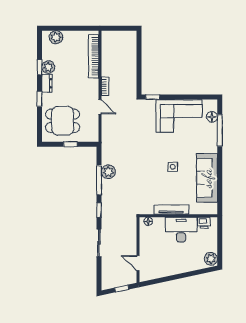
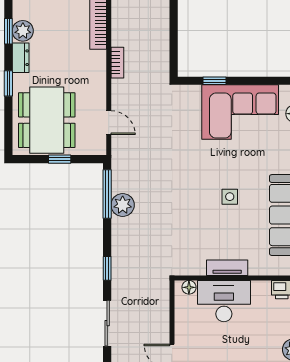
window: (153, 97) -> (214, 81), moved
door: (100, 107) -> (109, 123), moved
dining table: (63, 121) -> (47, 120), width x1.38
window: (99, 180) -> (107, 194), moved
tv unit: (171, 210) -> (227, 268), width x0.71
desk: (181, 230) -> (224, 301), moved

